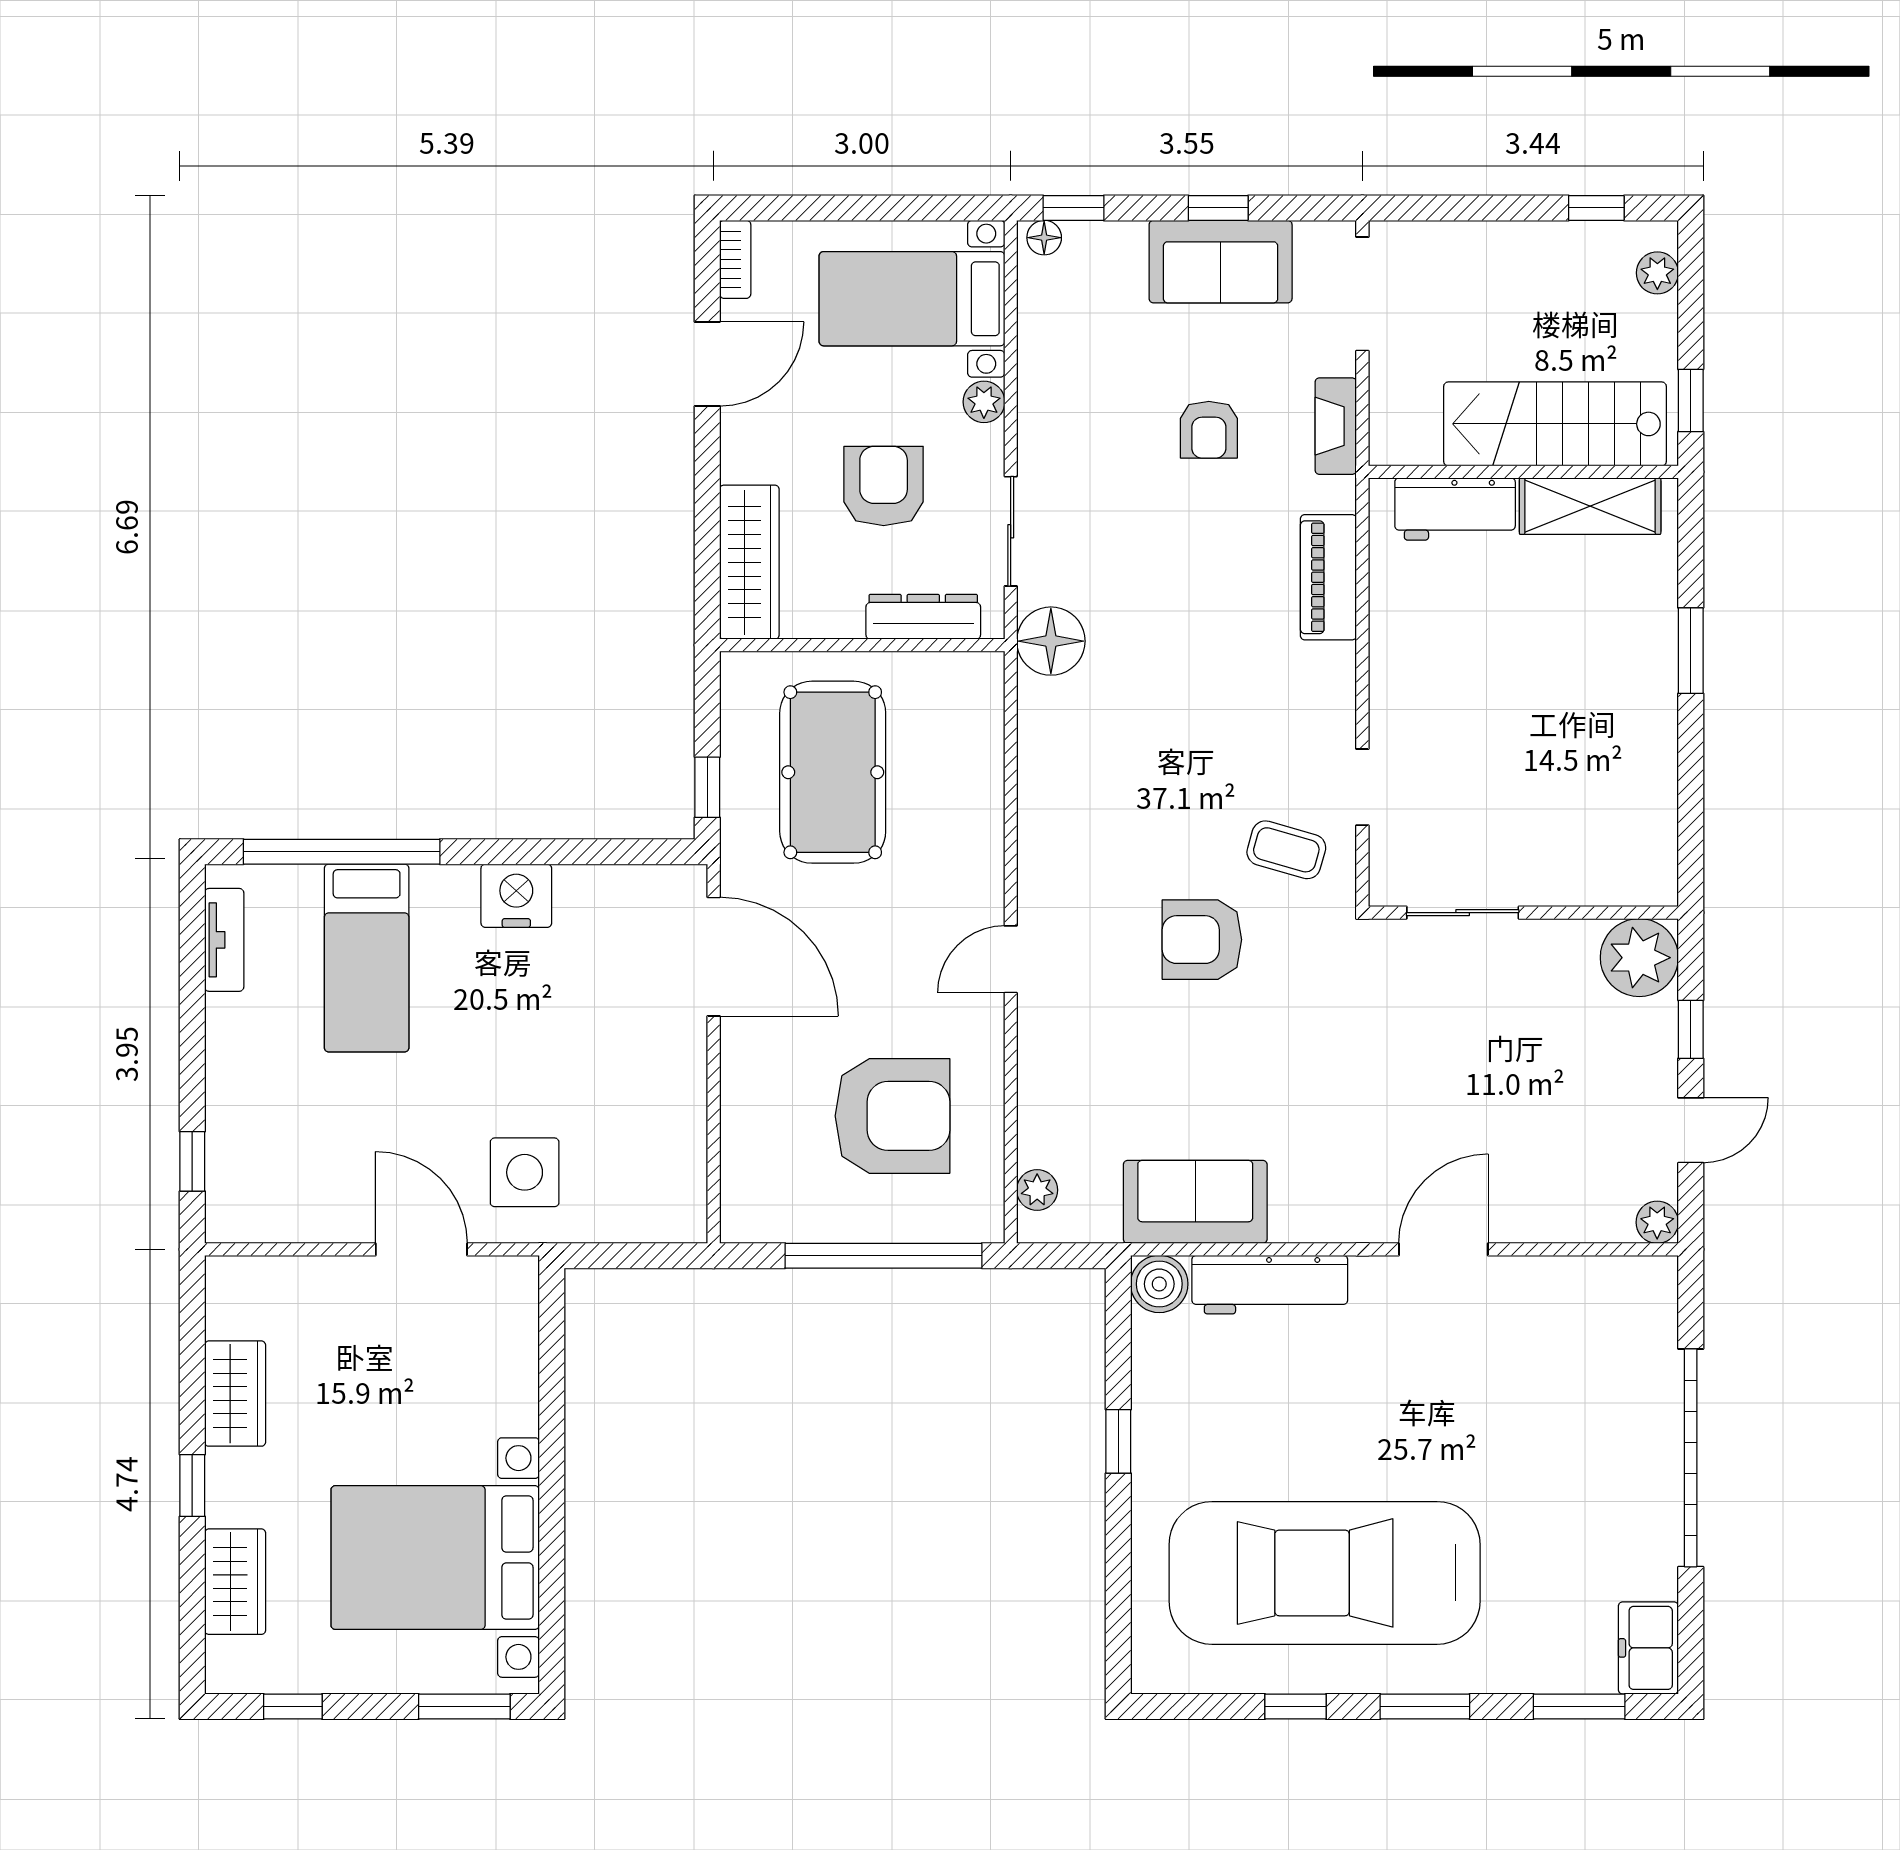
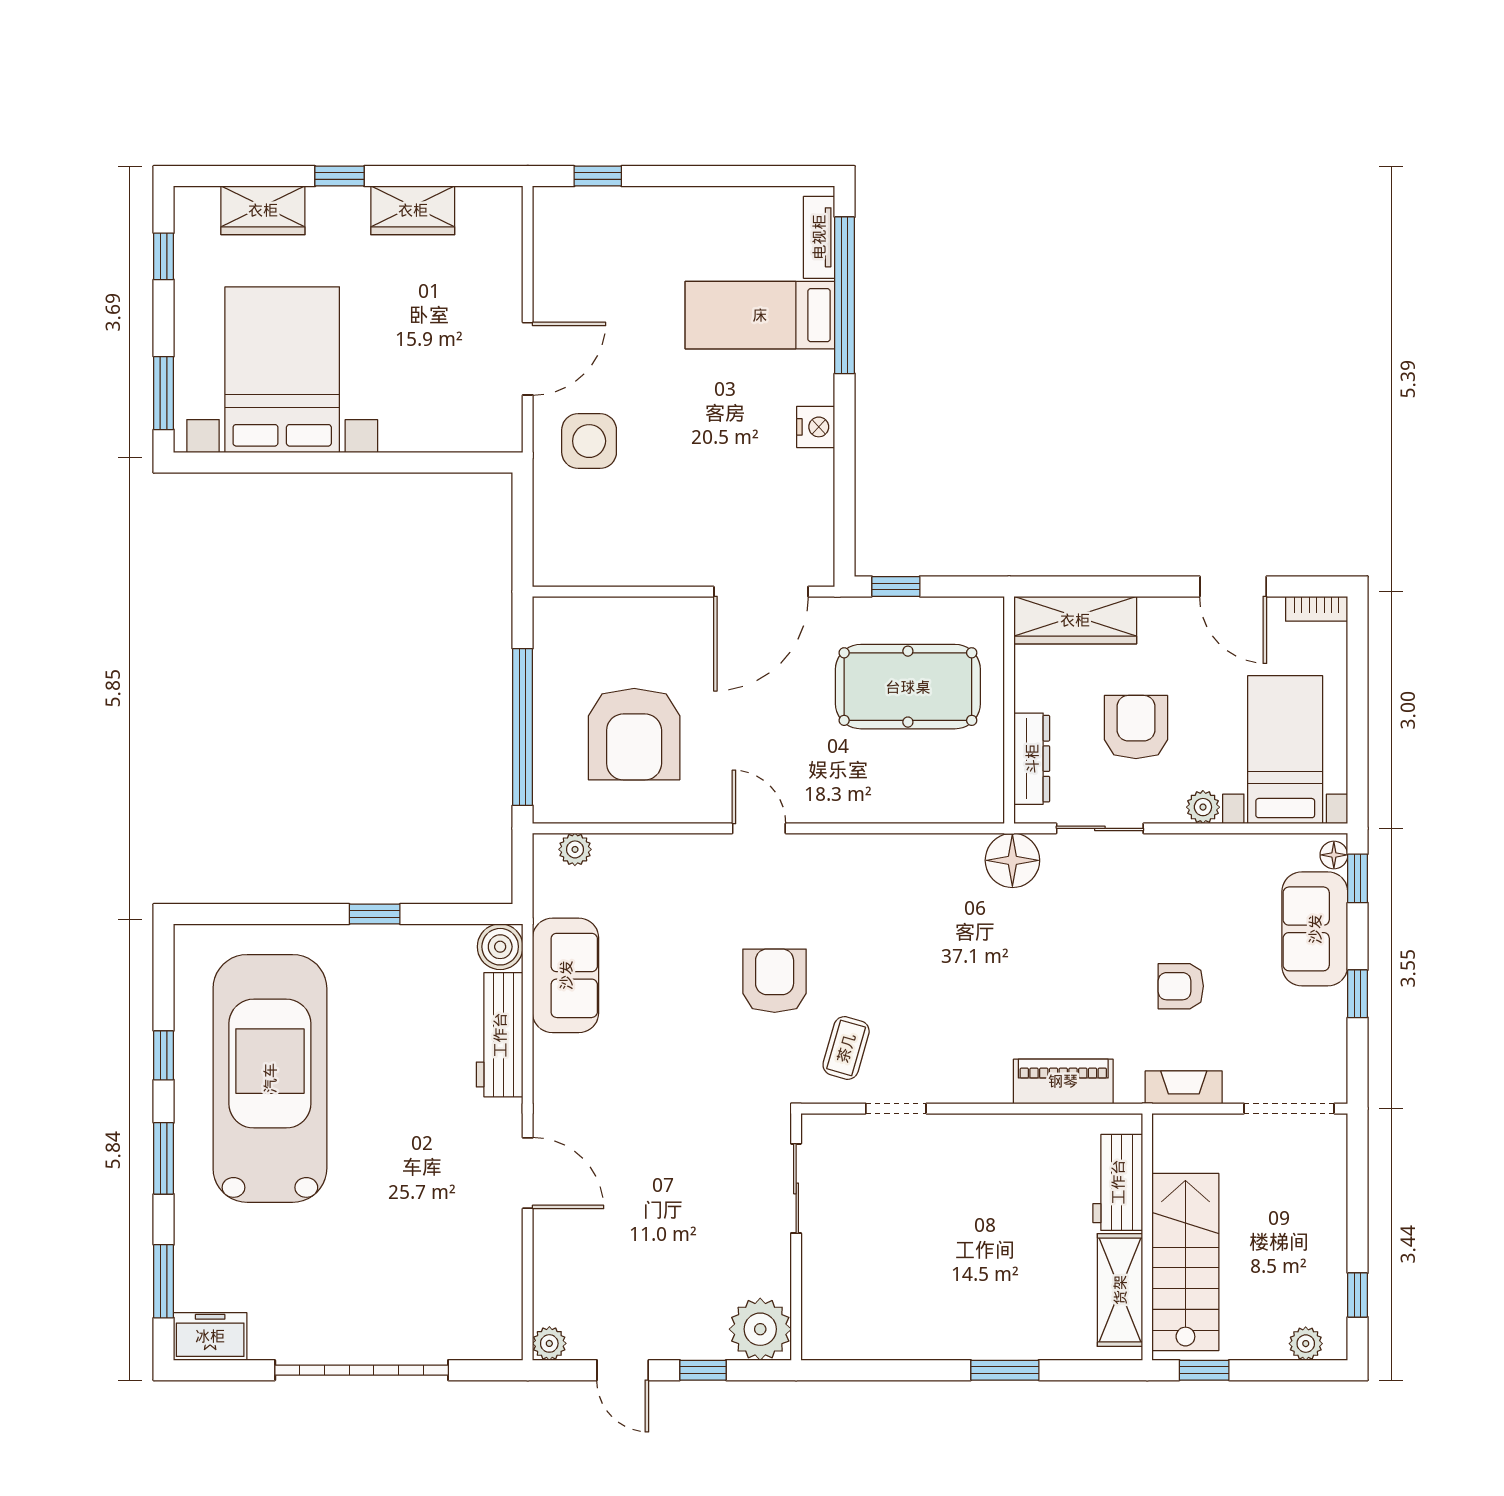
sofa: (1221, 262) -> (1315, 929), moved
armchair: (884, 486) -> (1136, 727), turned -90
nightstand: (516, 896) -> (816, 427), width x0.74, depth x0.75
tv unit: (224, 940) -> (819, 237), moved, turned 90

